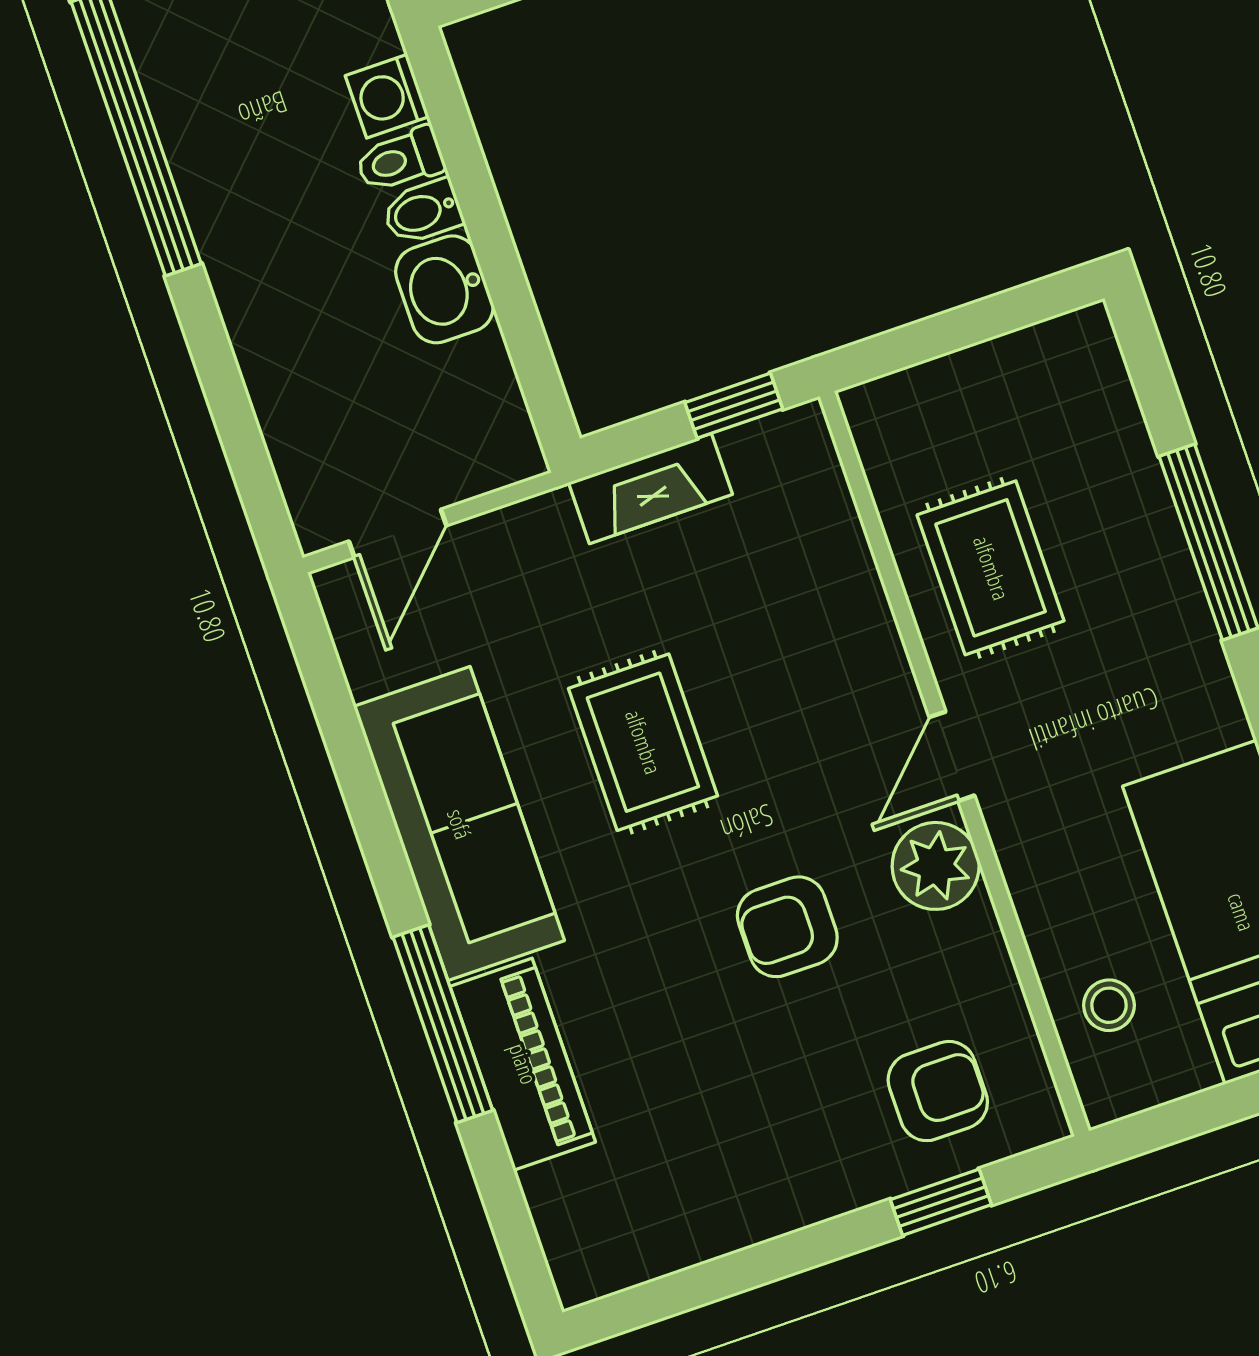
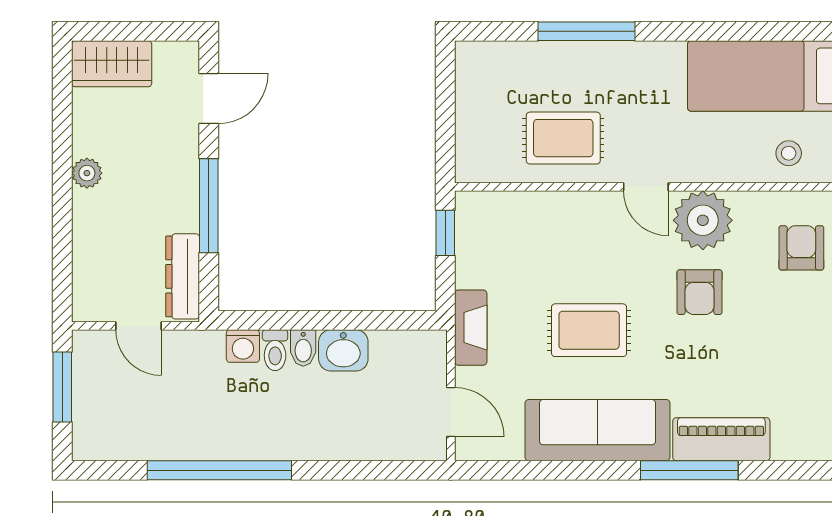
fireplace: (650, 489) -> (471, 328), moved
plant: (936, 866) -> (703, 220), width x1.36, depth x1.36

